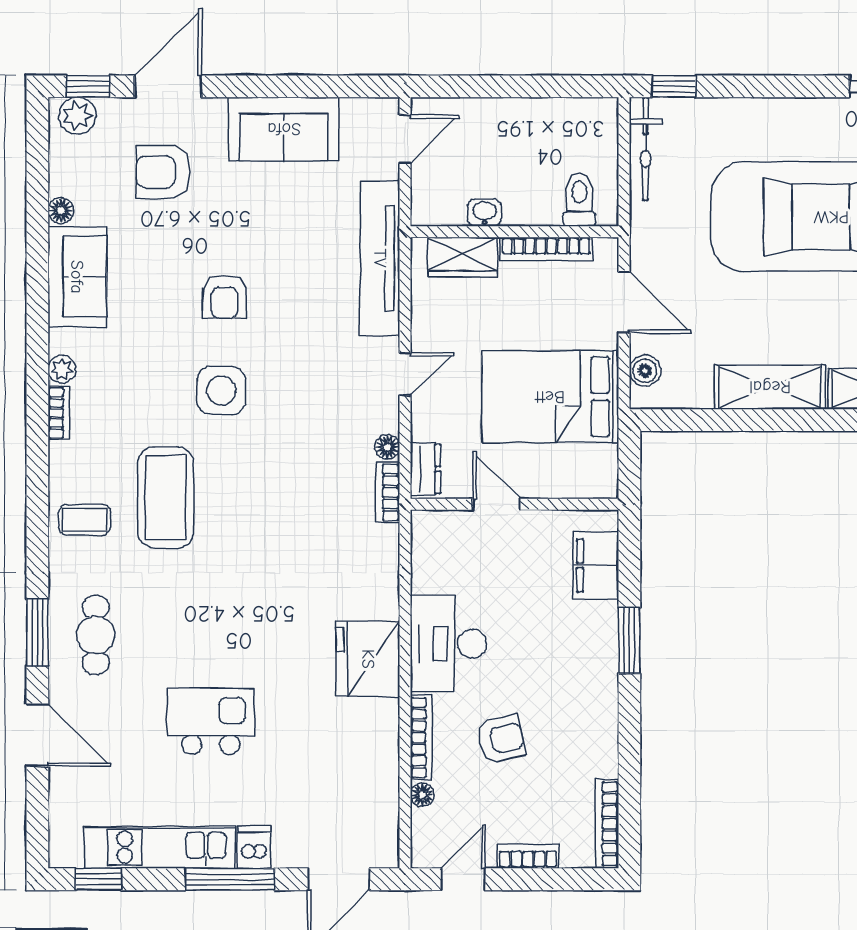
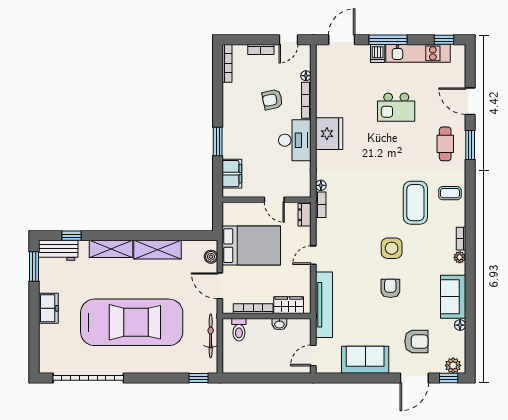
bicycle: (646, 149) -> (211, 336), moved
floor lamp: (387, 447) -> (321, 185), moved

